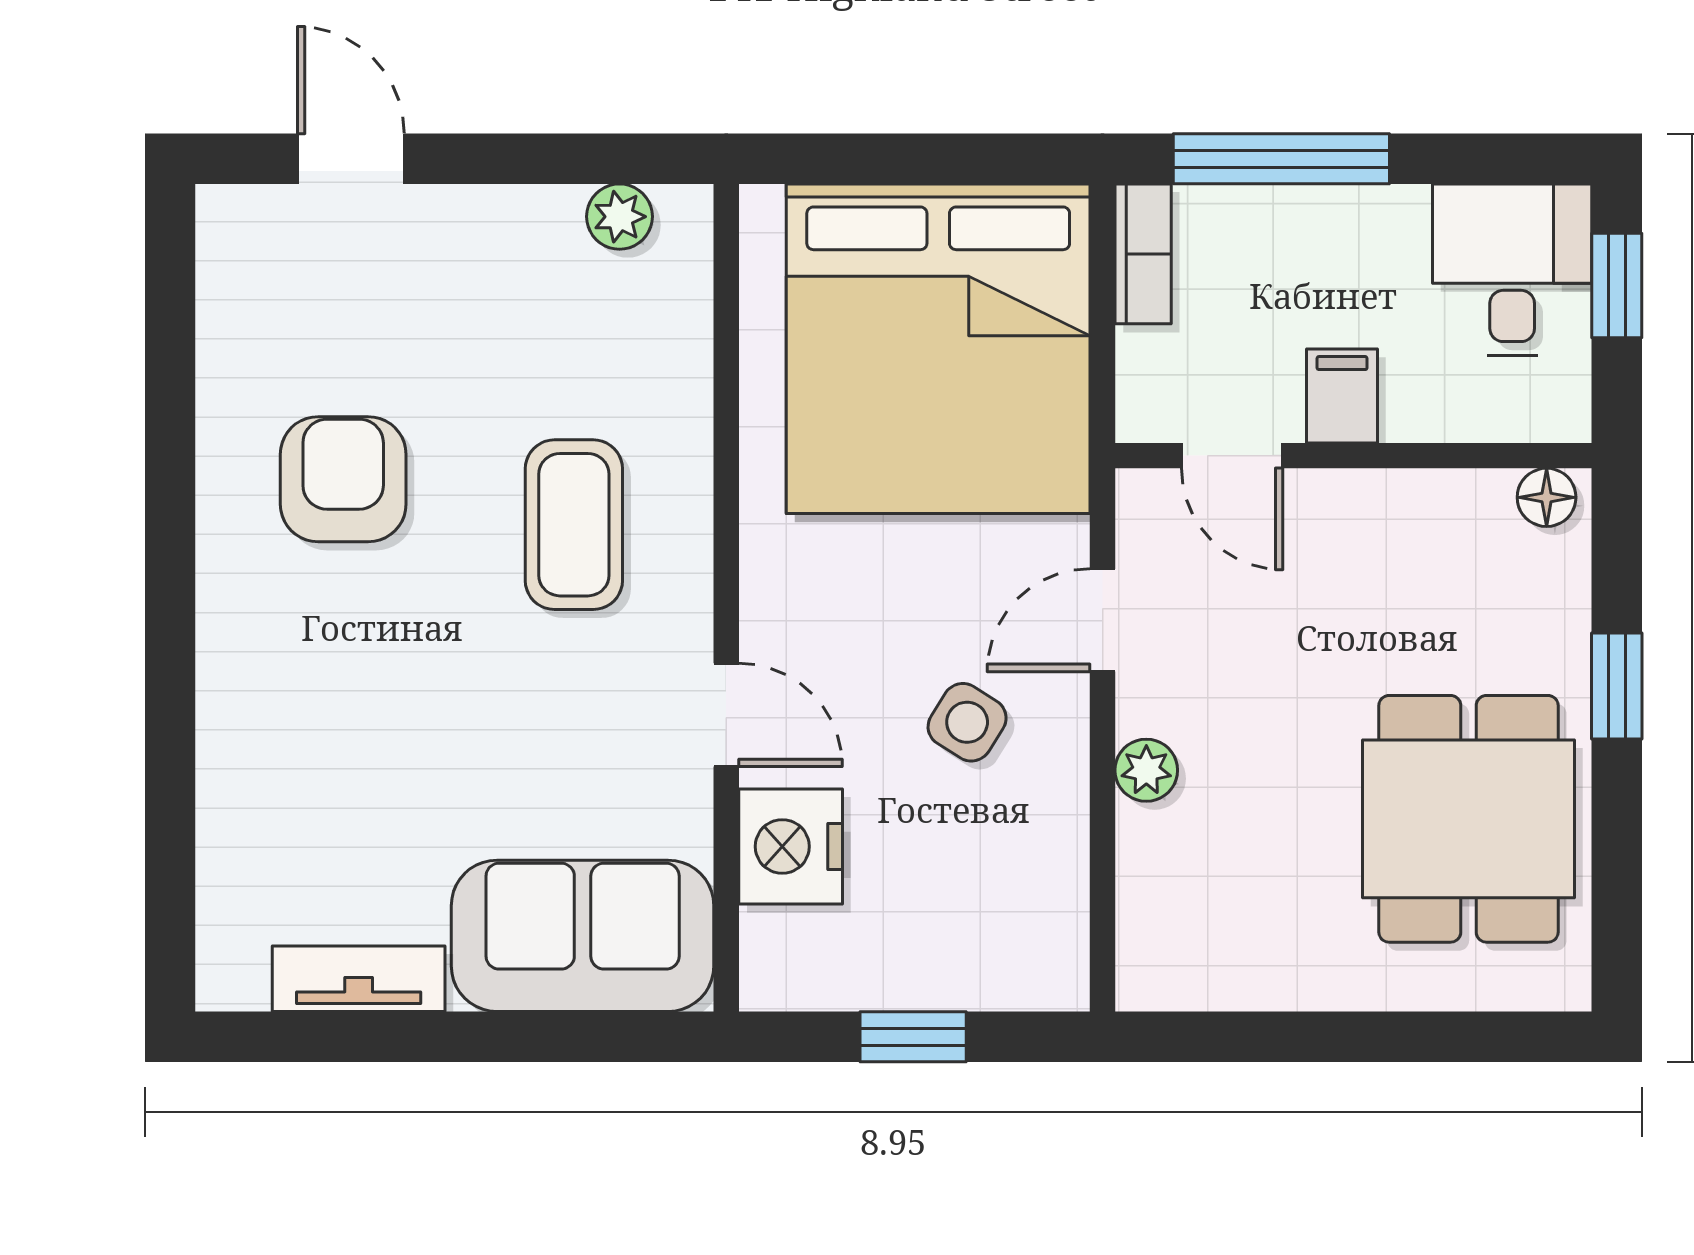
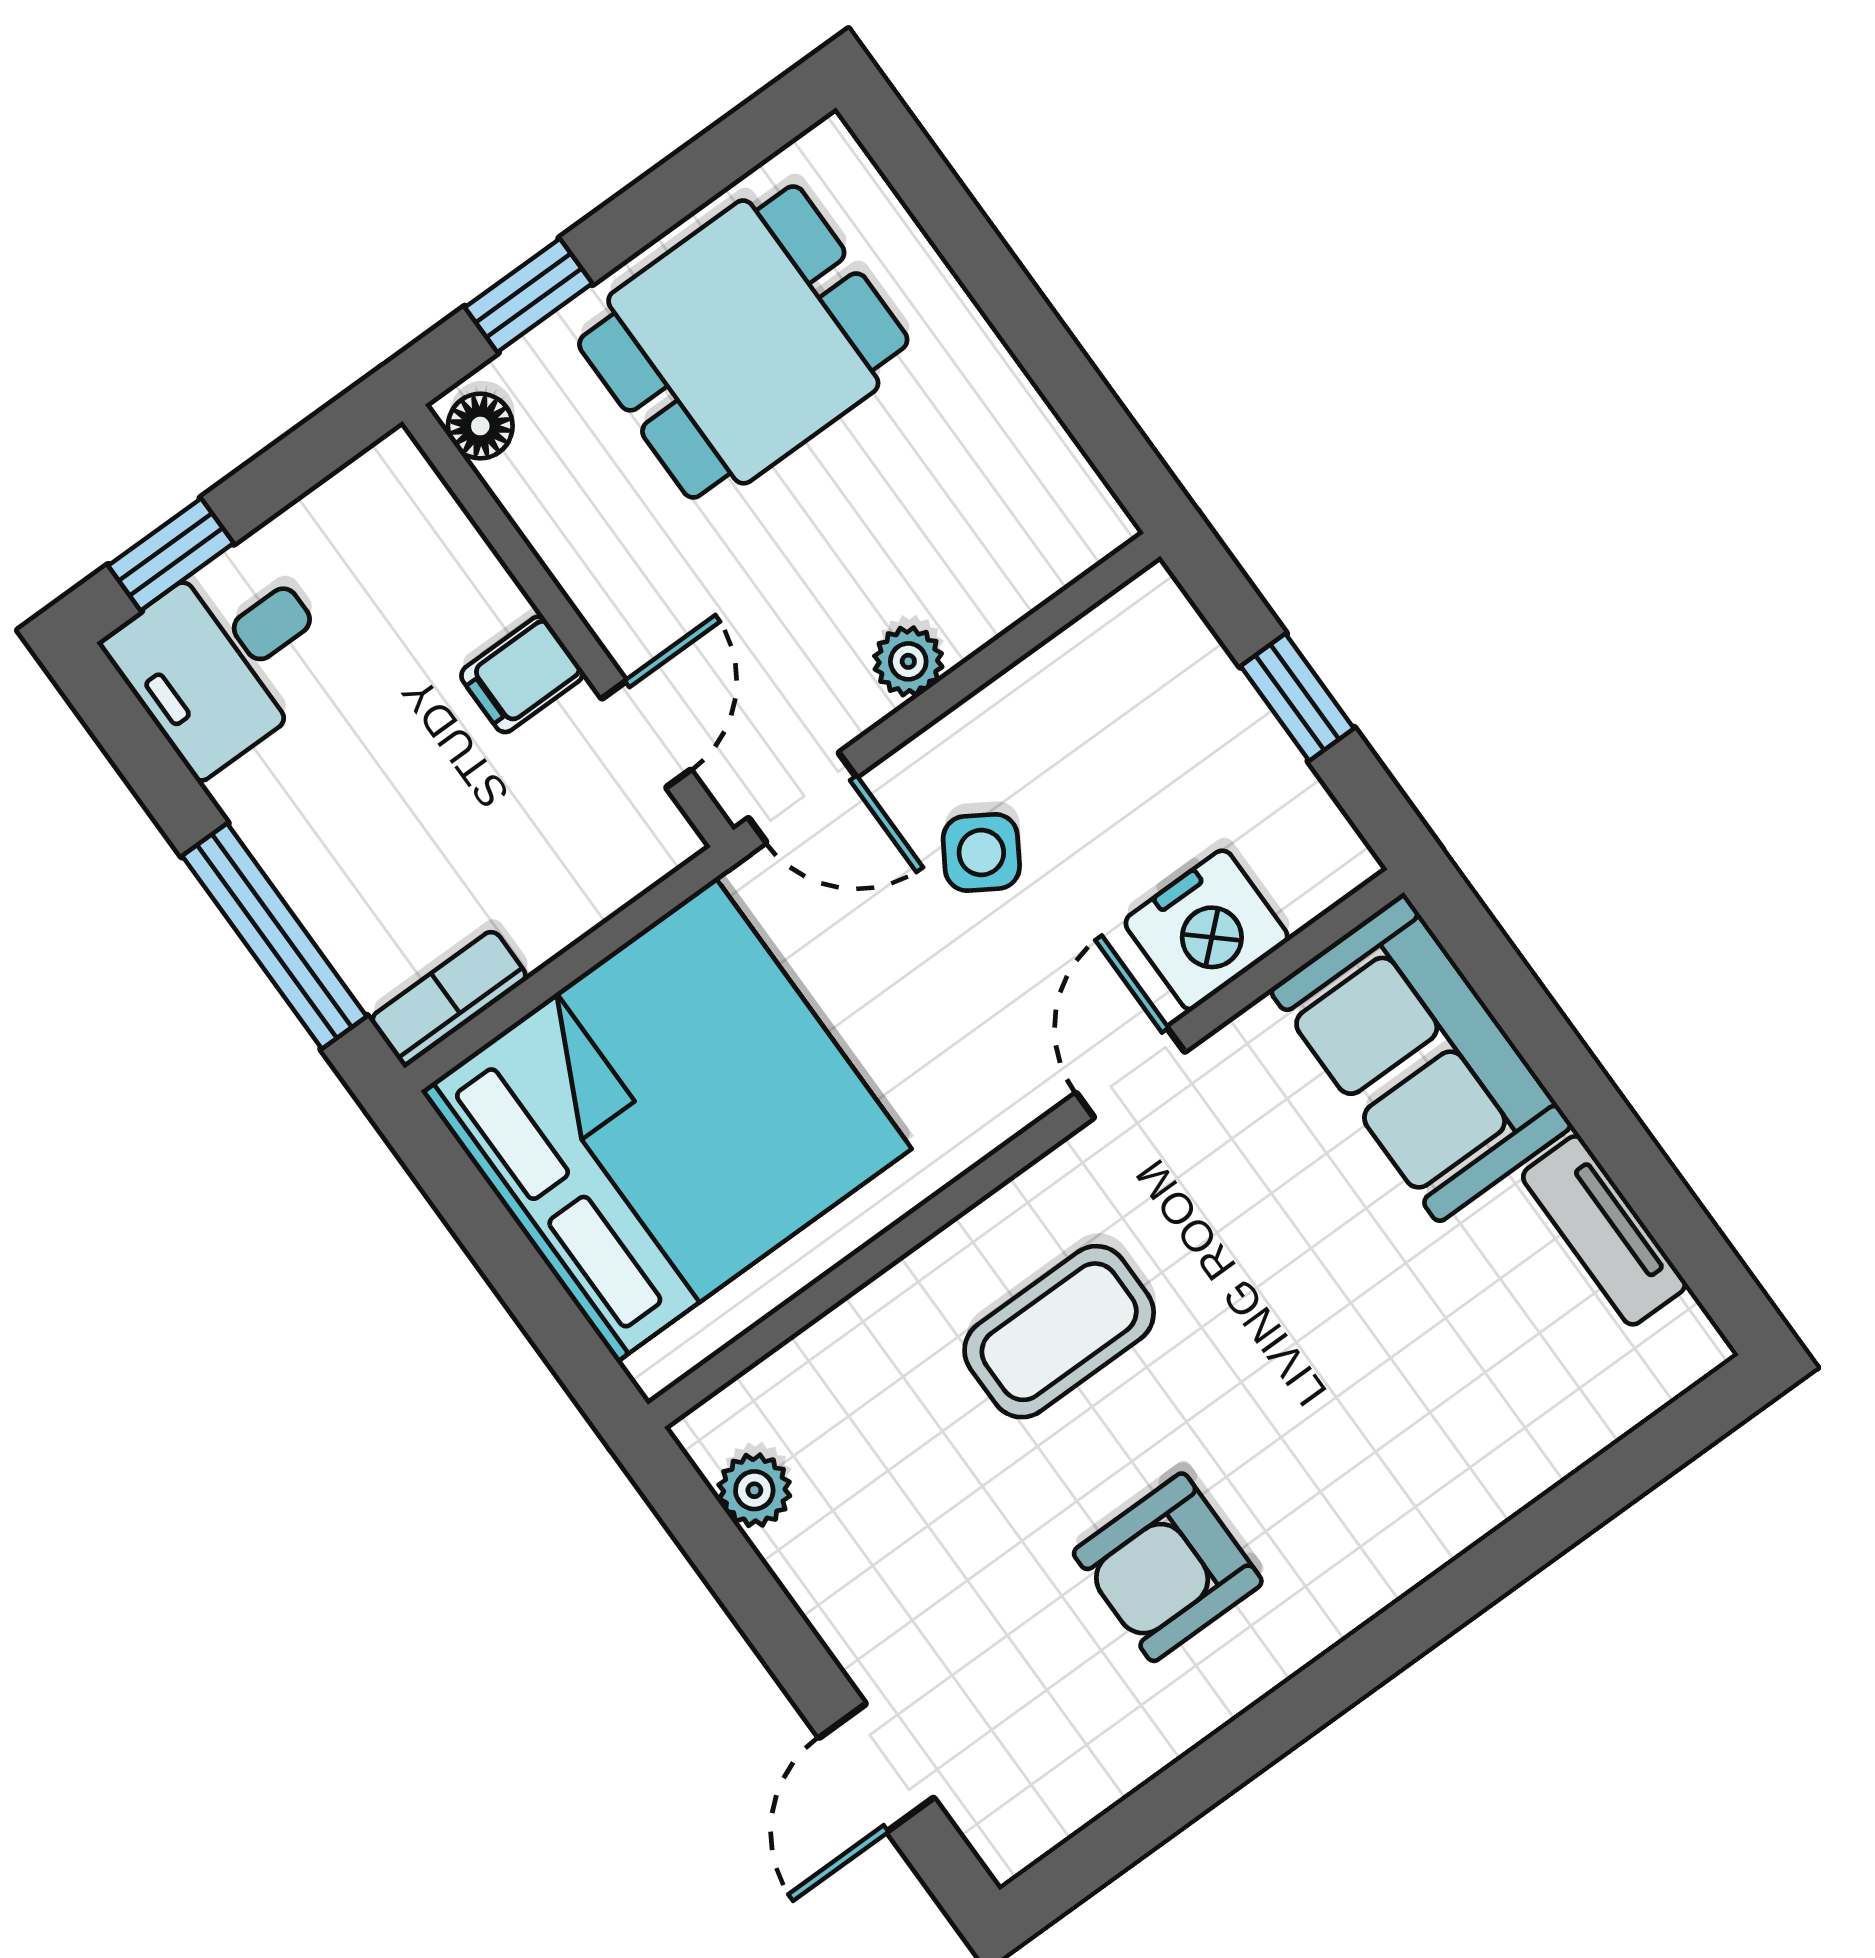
filing cabinet: (1342, 396) -> (522, 674), moved
door: (1232, 456) -> (646, 734), moved
wall: (1353, 456) -> (568, 626), moved
floor lamp: (1547, 497) -> (480, 426), moved

